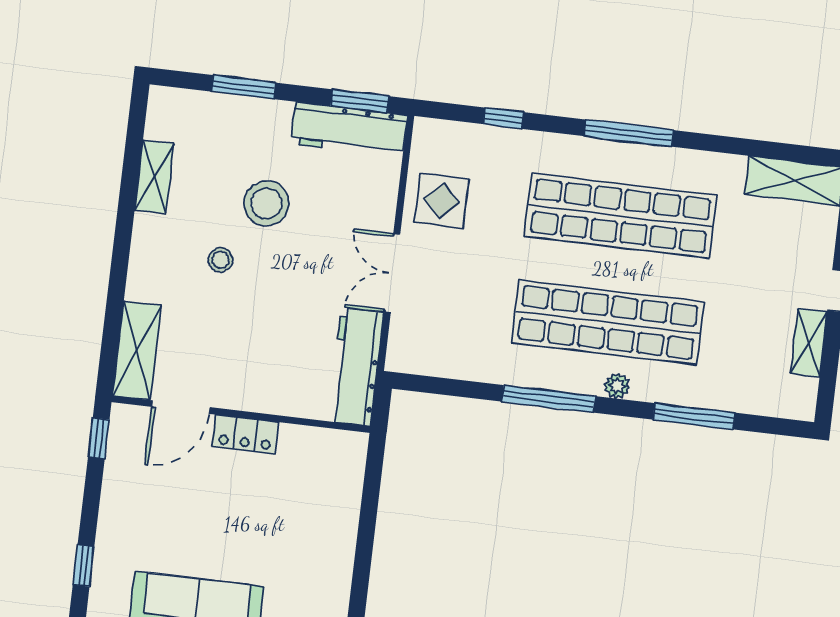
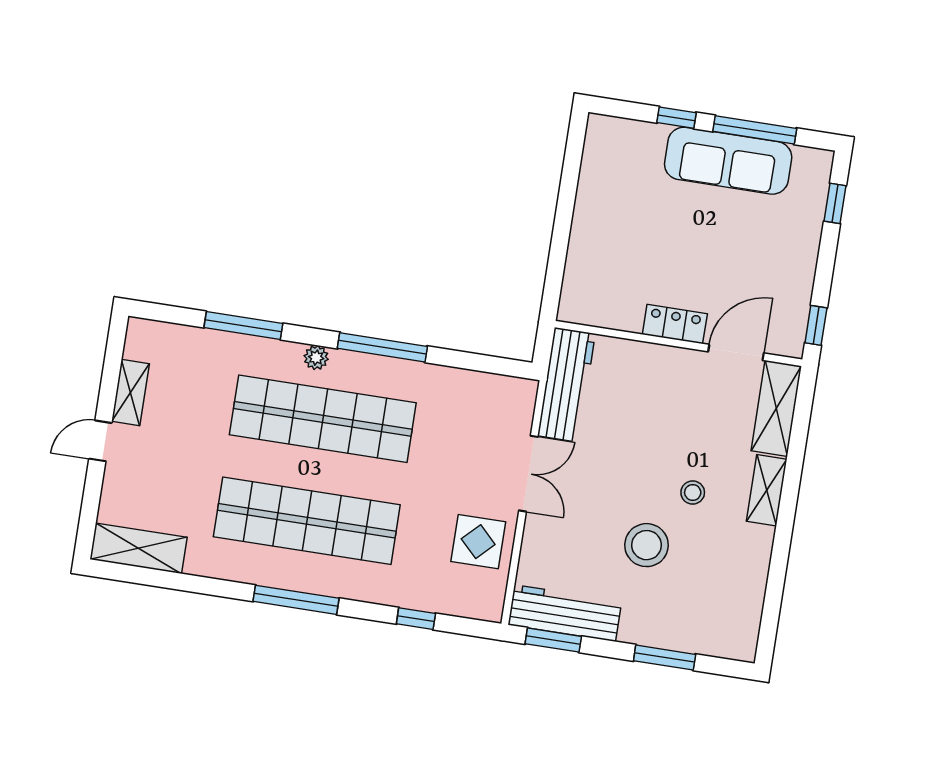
shelving: (154, 177) -> (767, 490), moved

